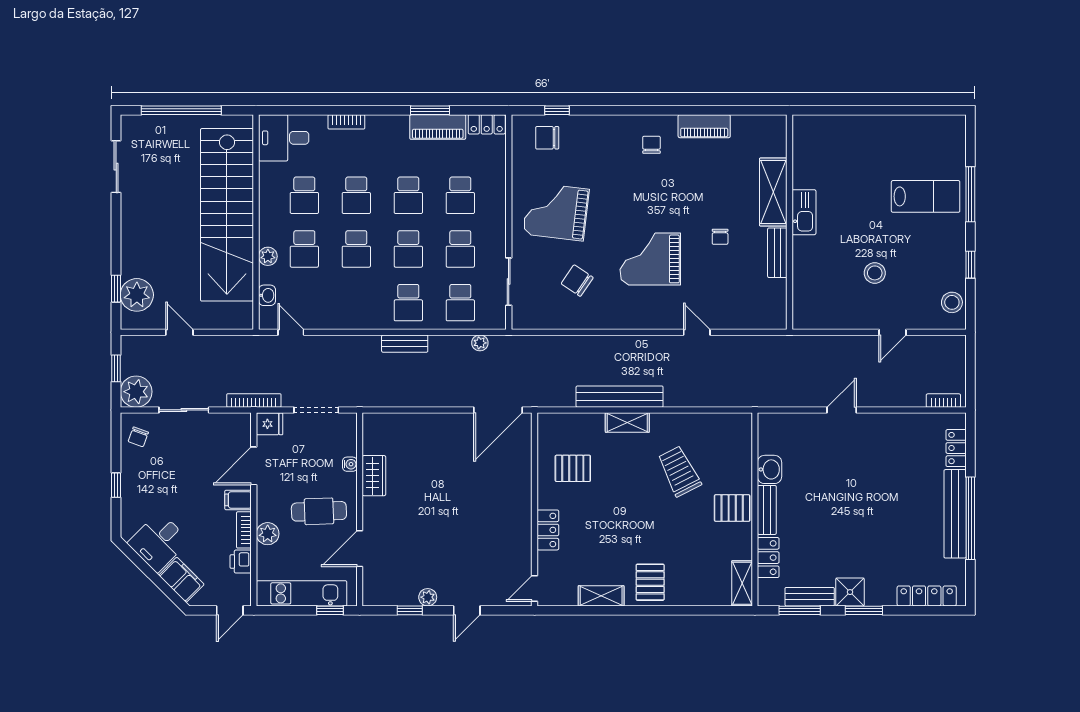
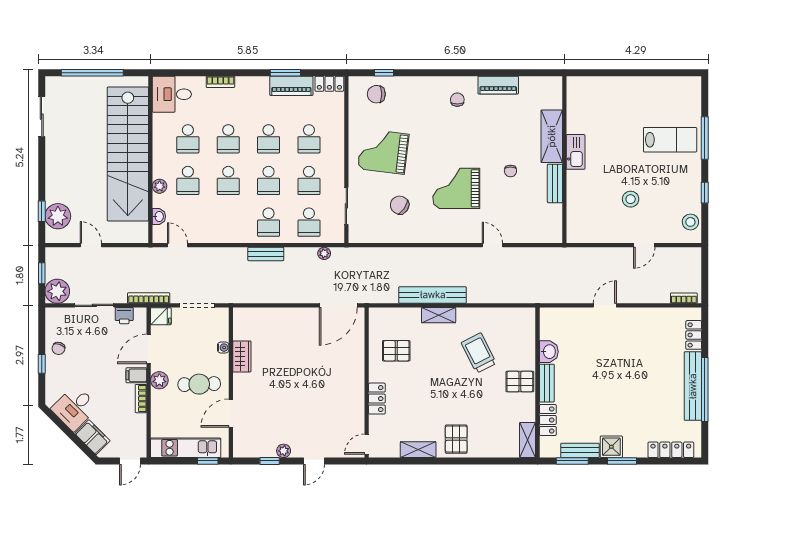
chair: (138, 437) -> (58, 348), moved
plant: (268, 534) -> (159, 380), moved
printer: (241, 562) -> (124, 316), moved, turned -90

